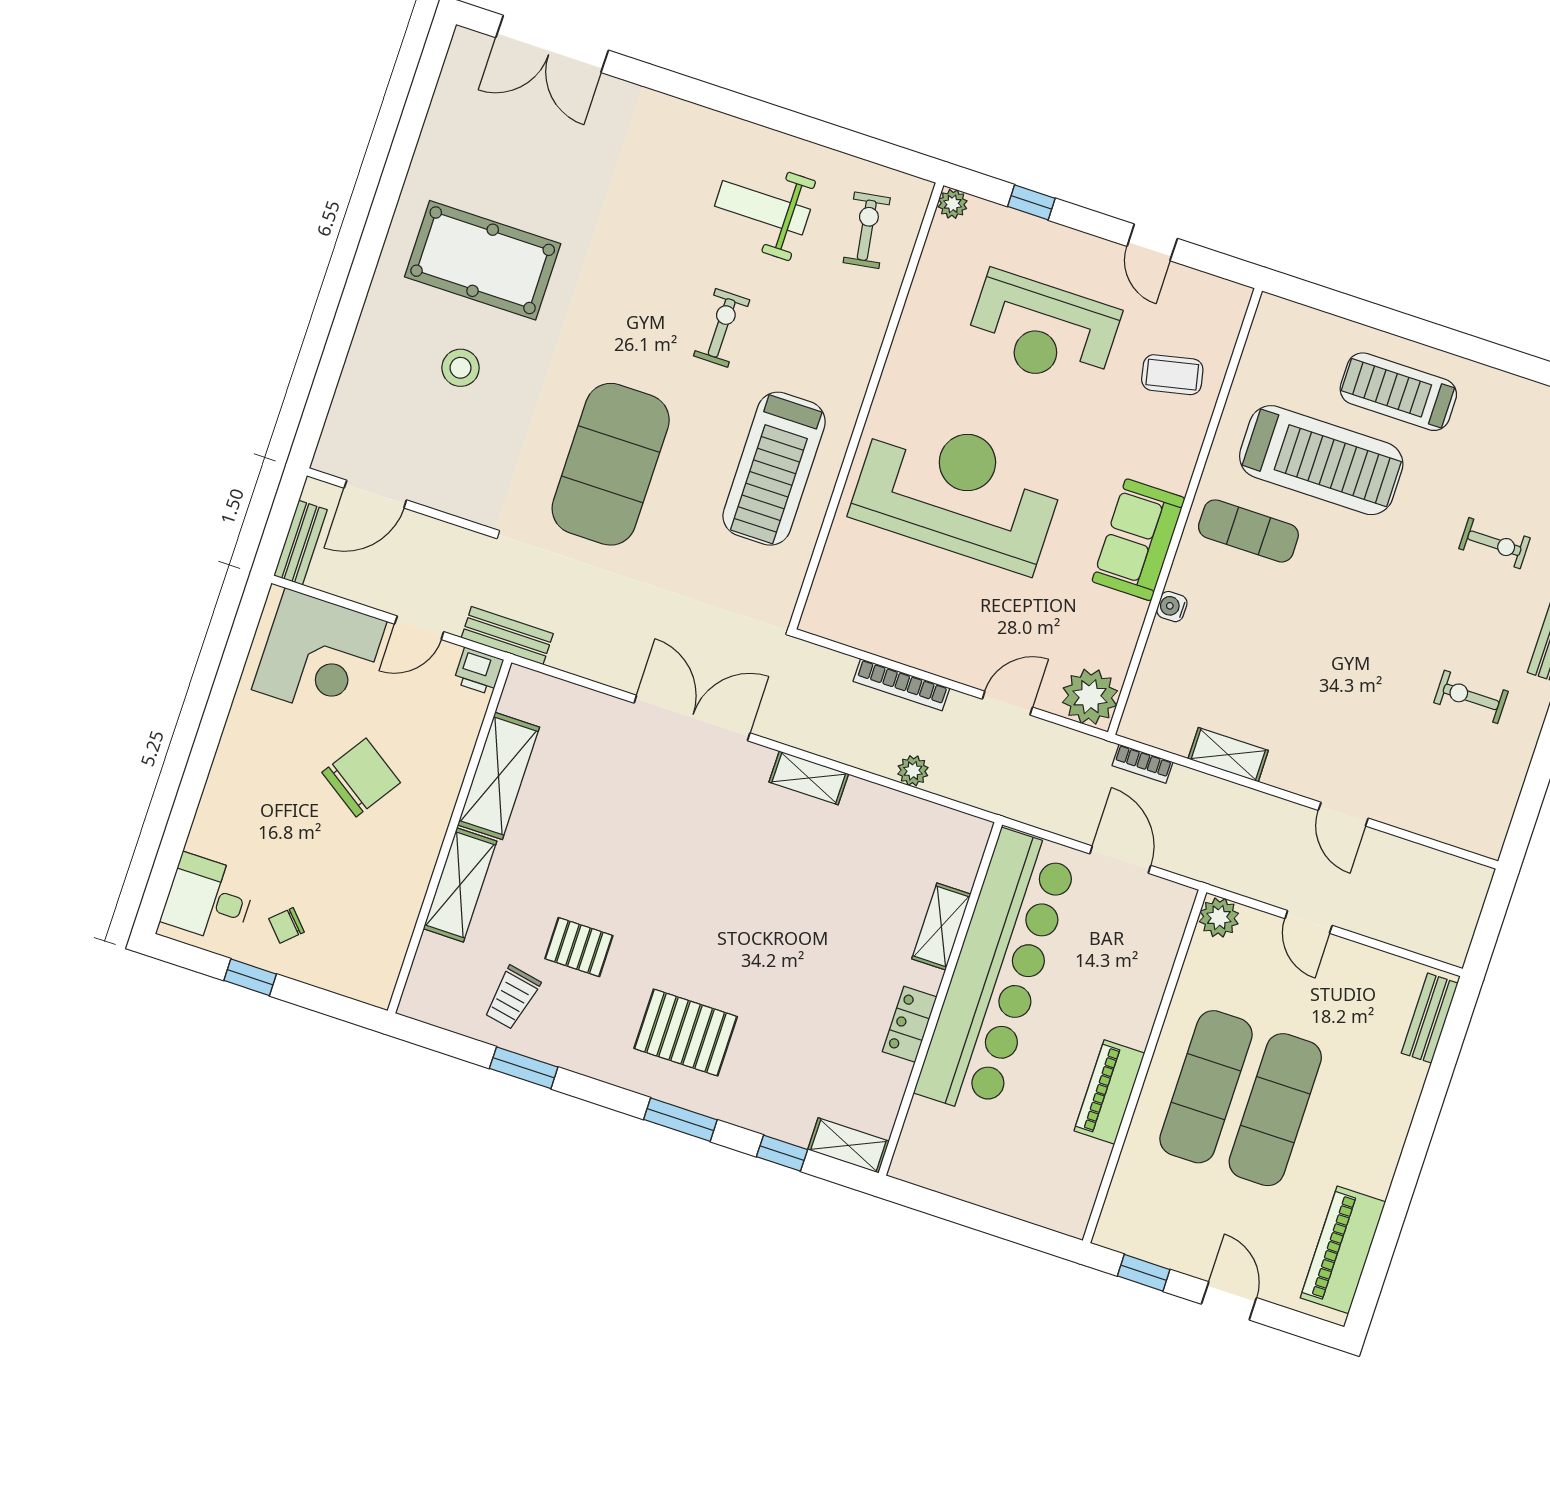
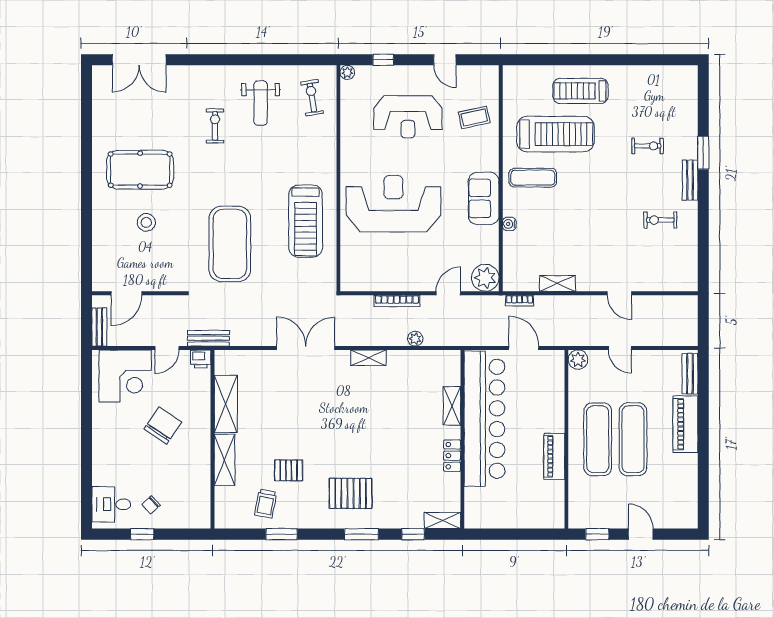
weight bench: (762, 208) -> (261, 103), turned -90
exercise bike: (722, 328) -> (215, 126), moved
piano: (1343, 1250) -> (685, 424), moved

